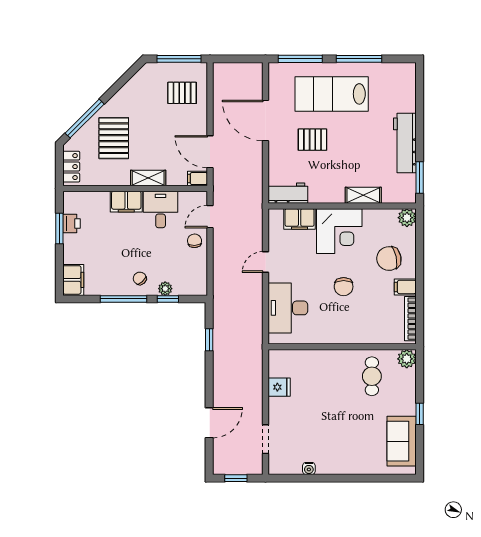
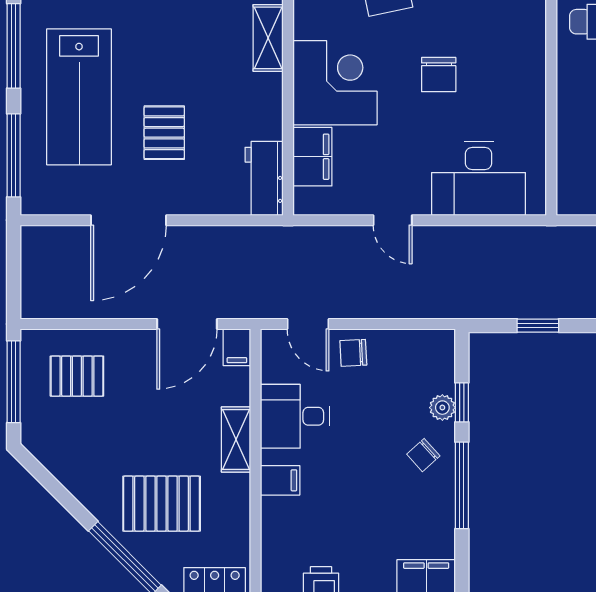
pallet: (182, 93) -> (77, 376), turned 90
filing cabinet: (126, 202) -> (280, 480), width x0.50
chair: (344, 287) -> (439, 75), turned 90

